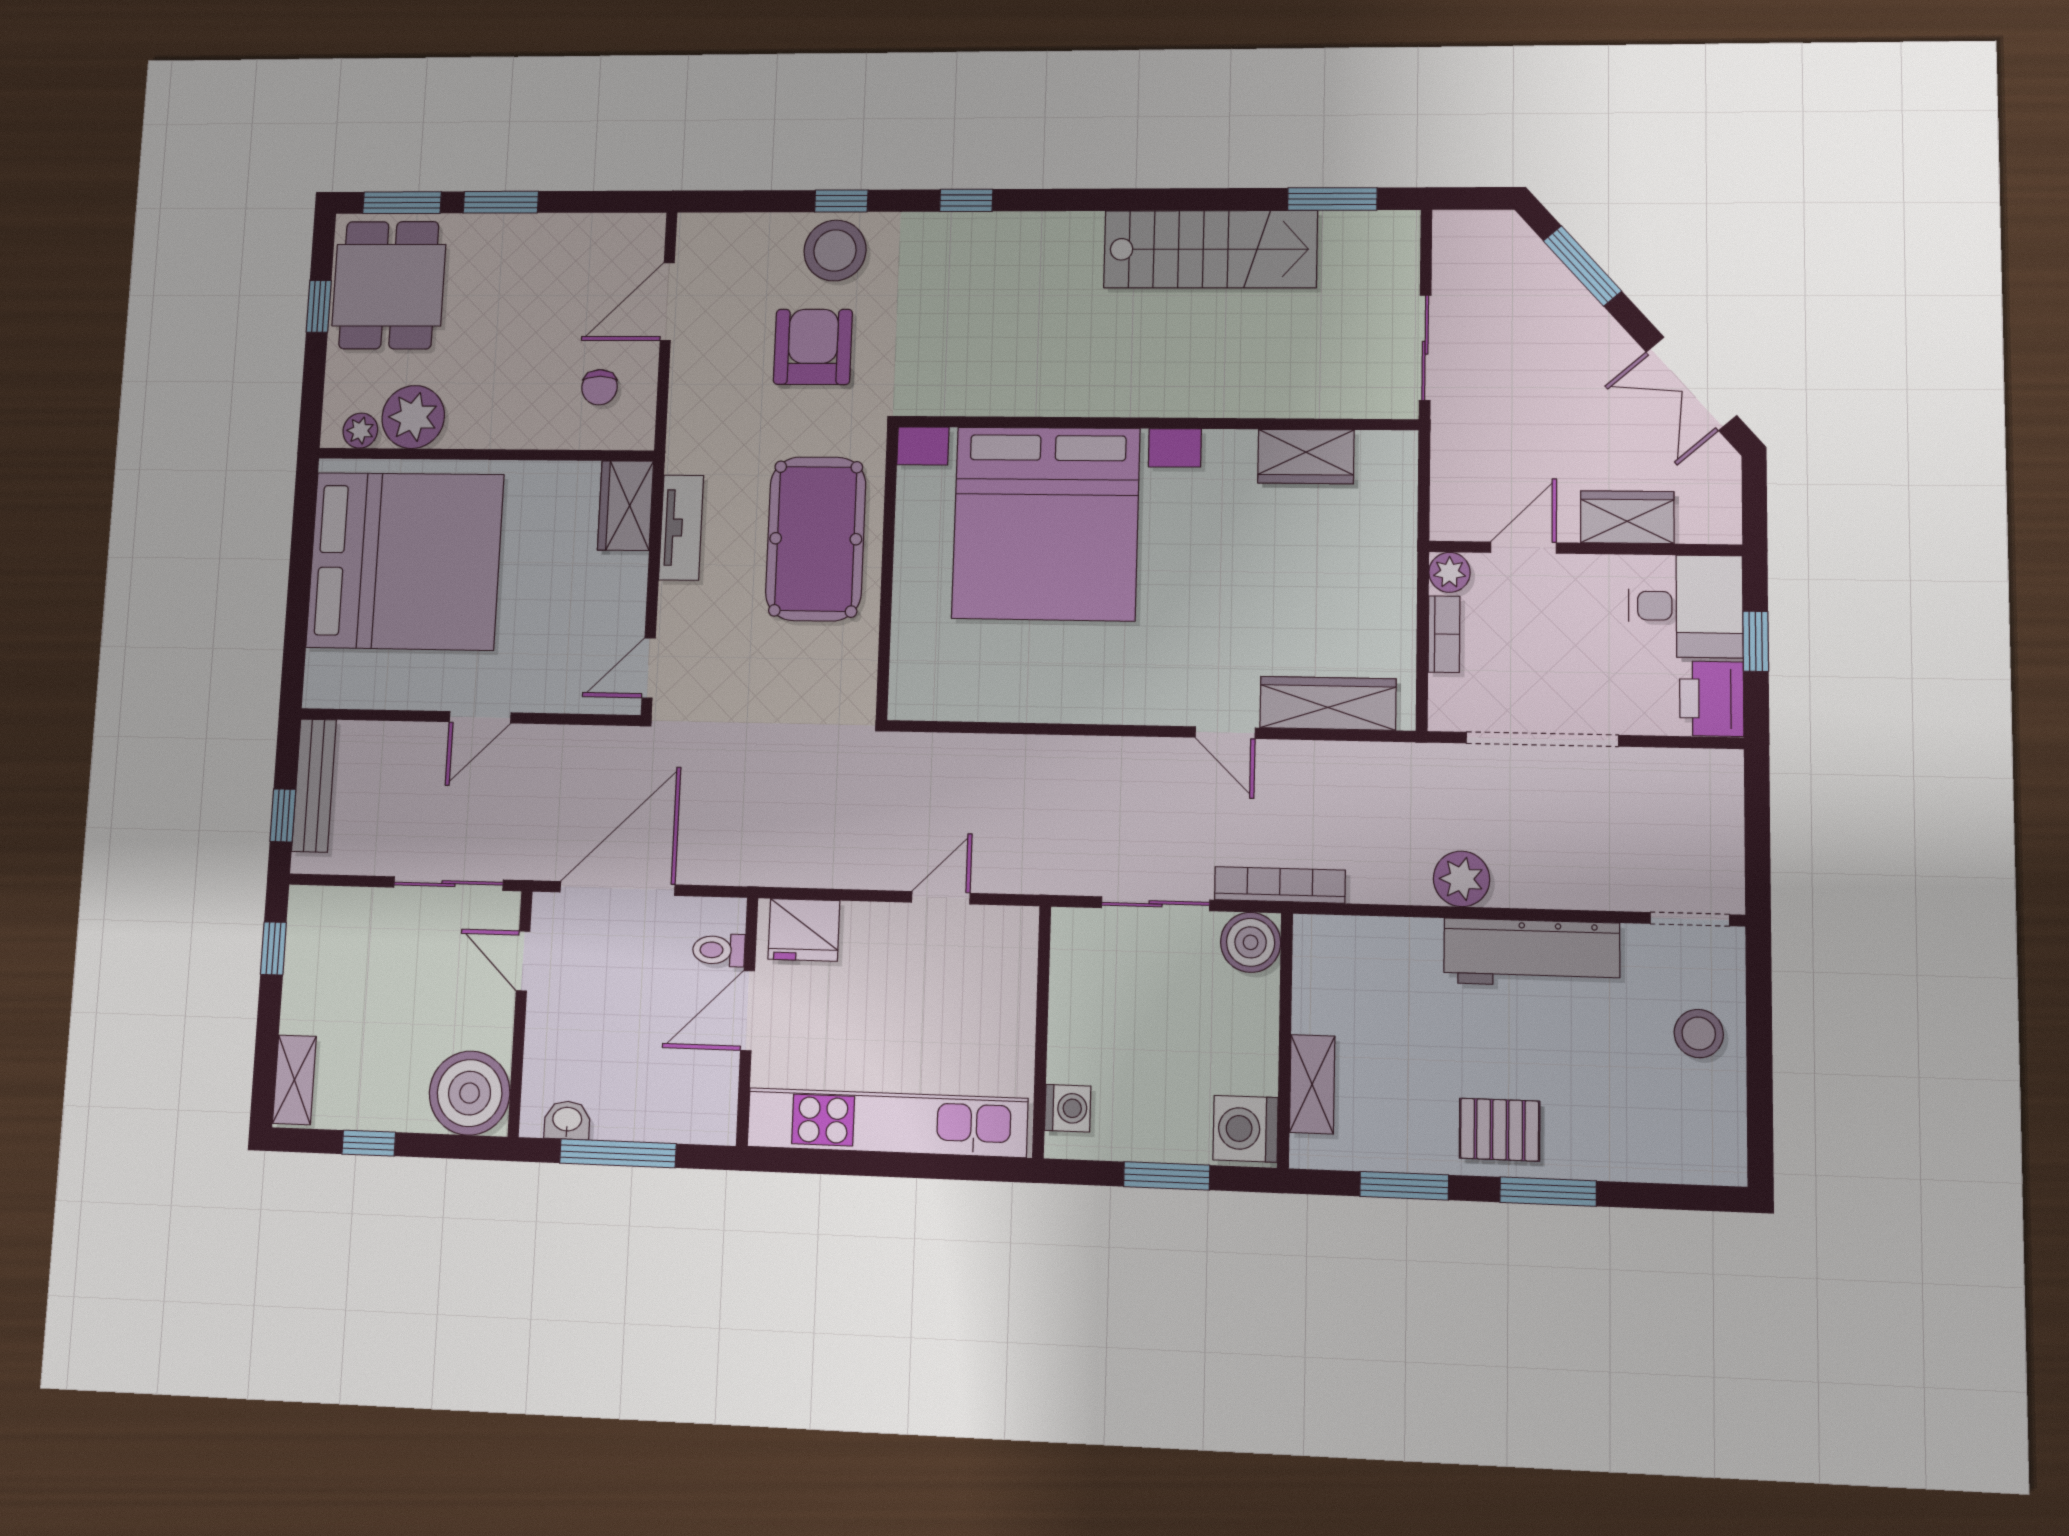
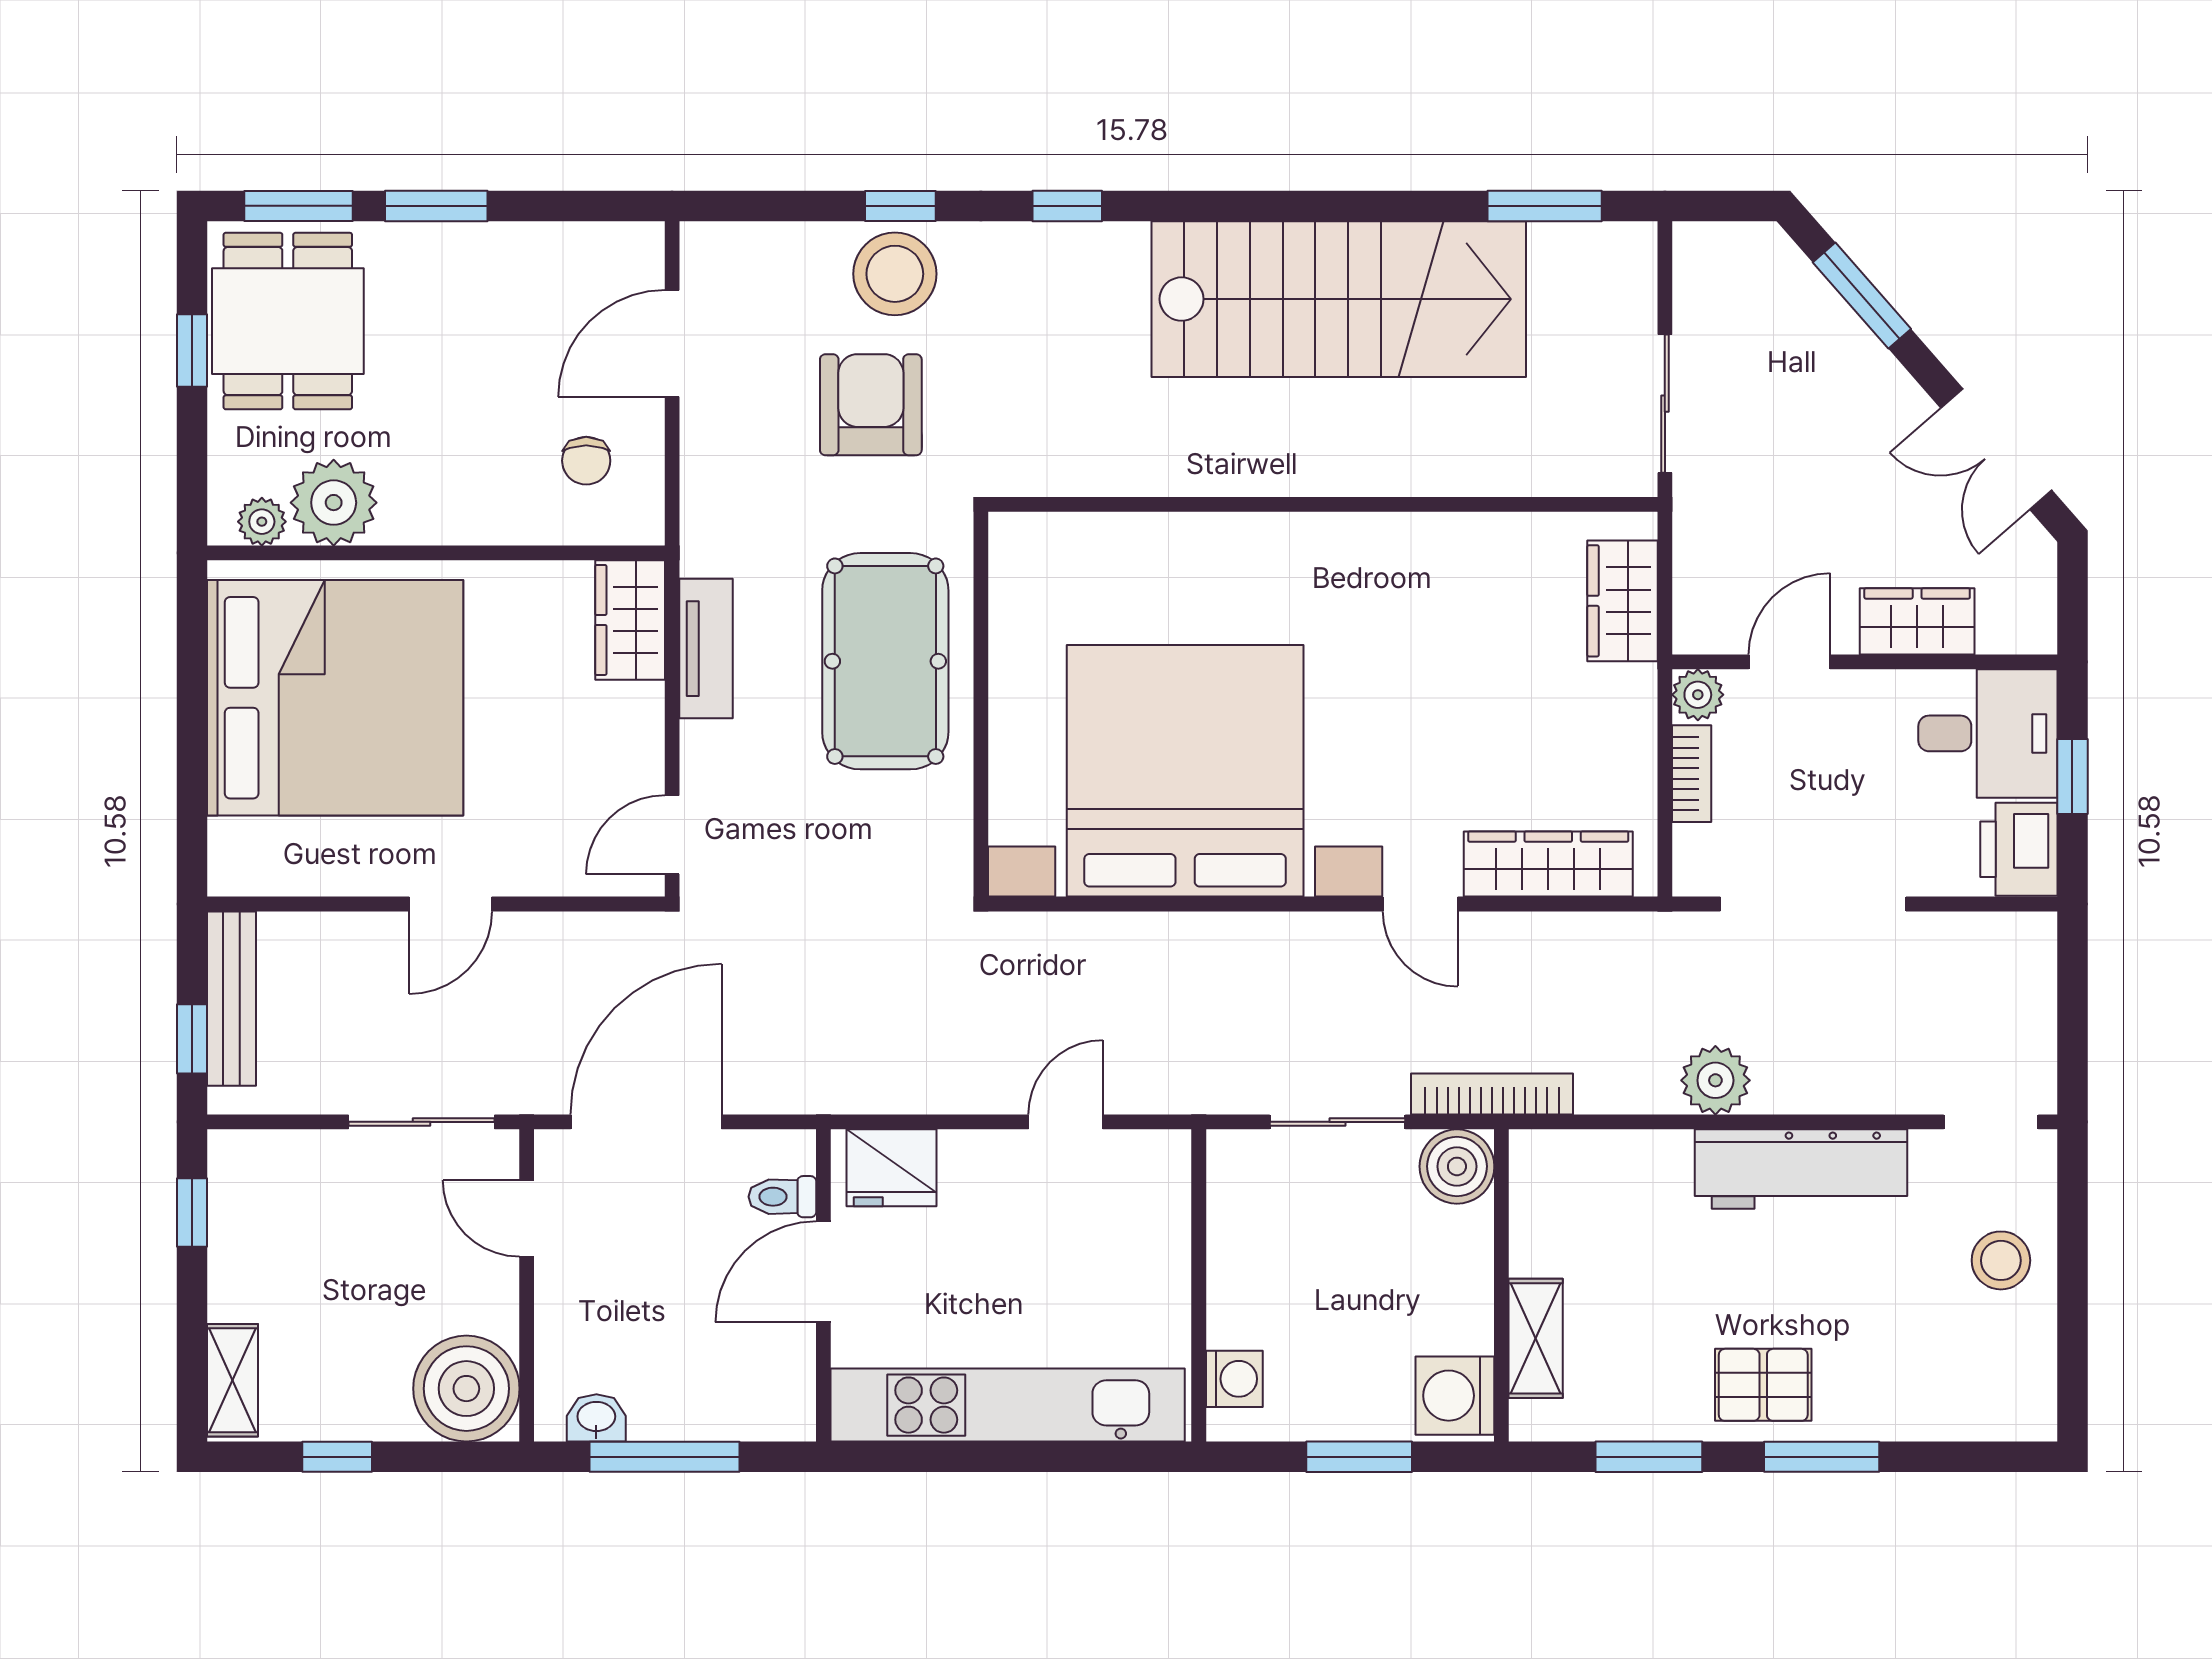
stairs: (1210, 249) -> (1339, 299), width x1.36, depth x1.51
wardrobe: (1306, 456) -> (1623, 601), moved, turned 90
bed with nightstands: (1046, 523) -> (1185, 771), moved, turned 180

